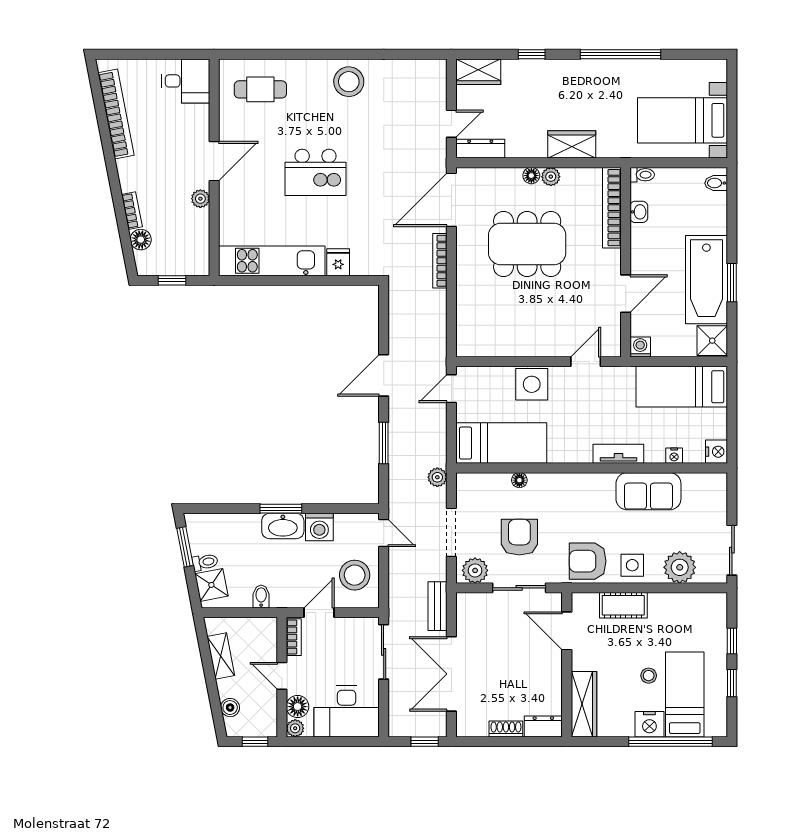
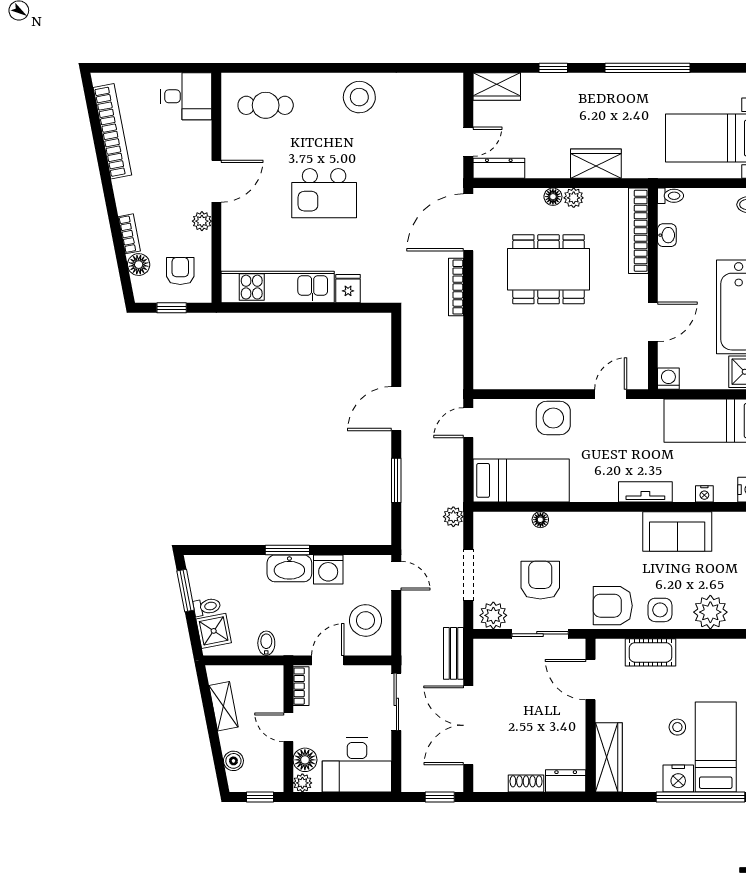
armchair: (180, 246) -> (180, 271), added

